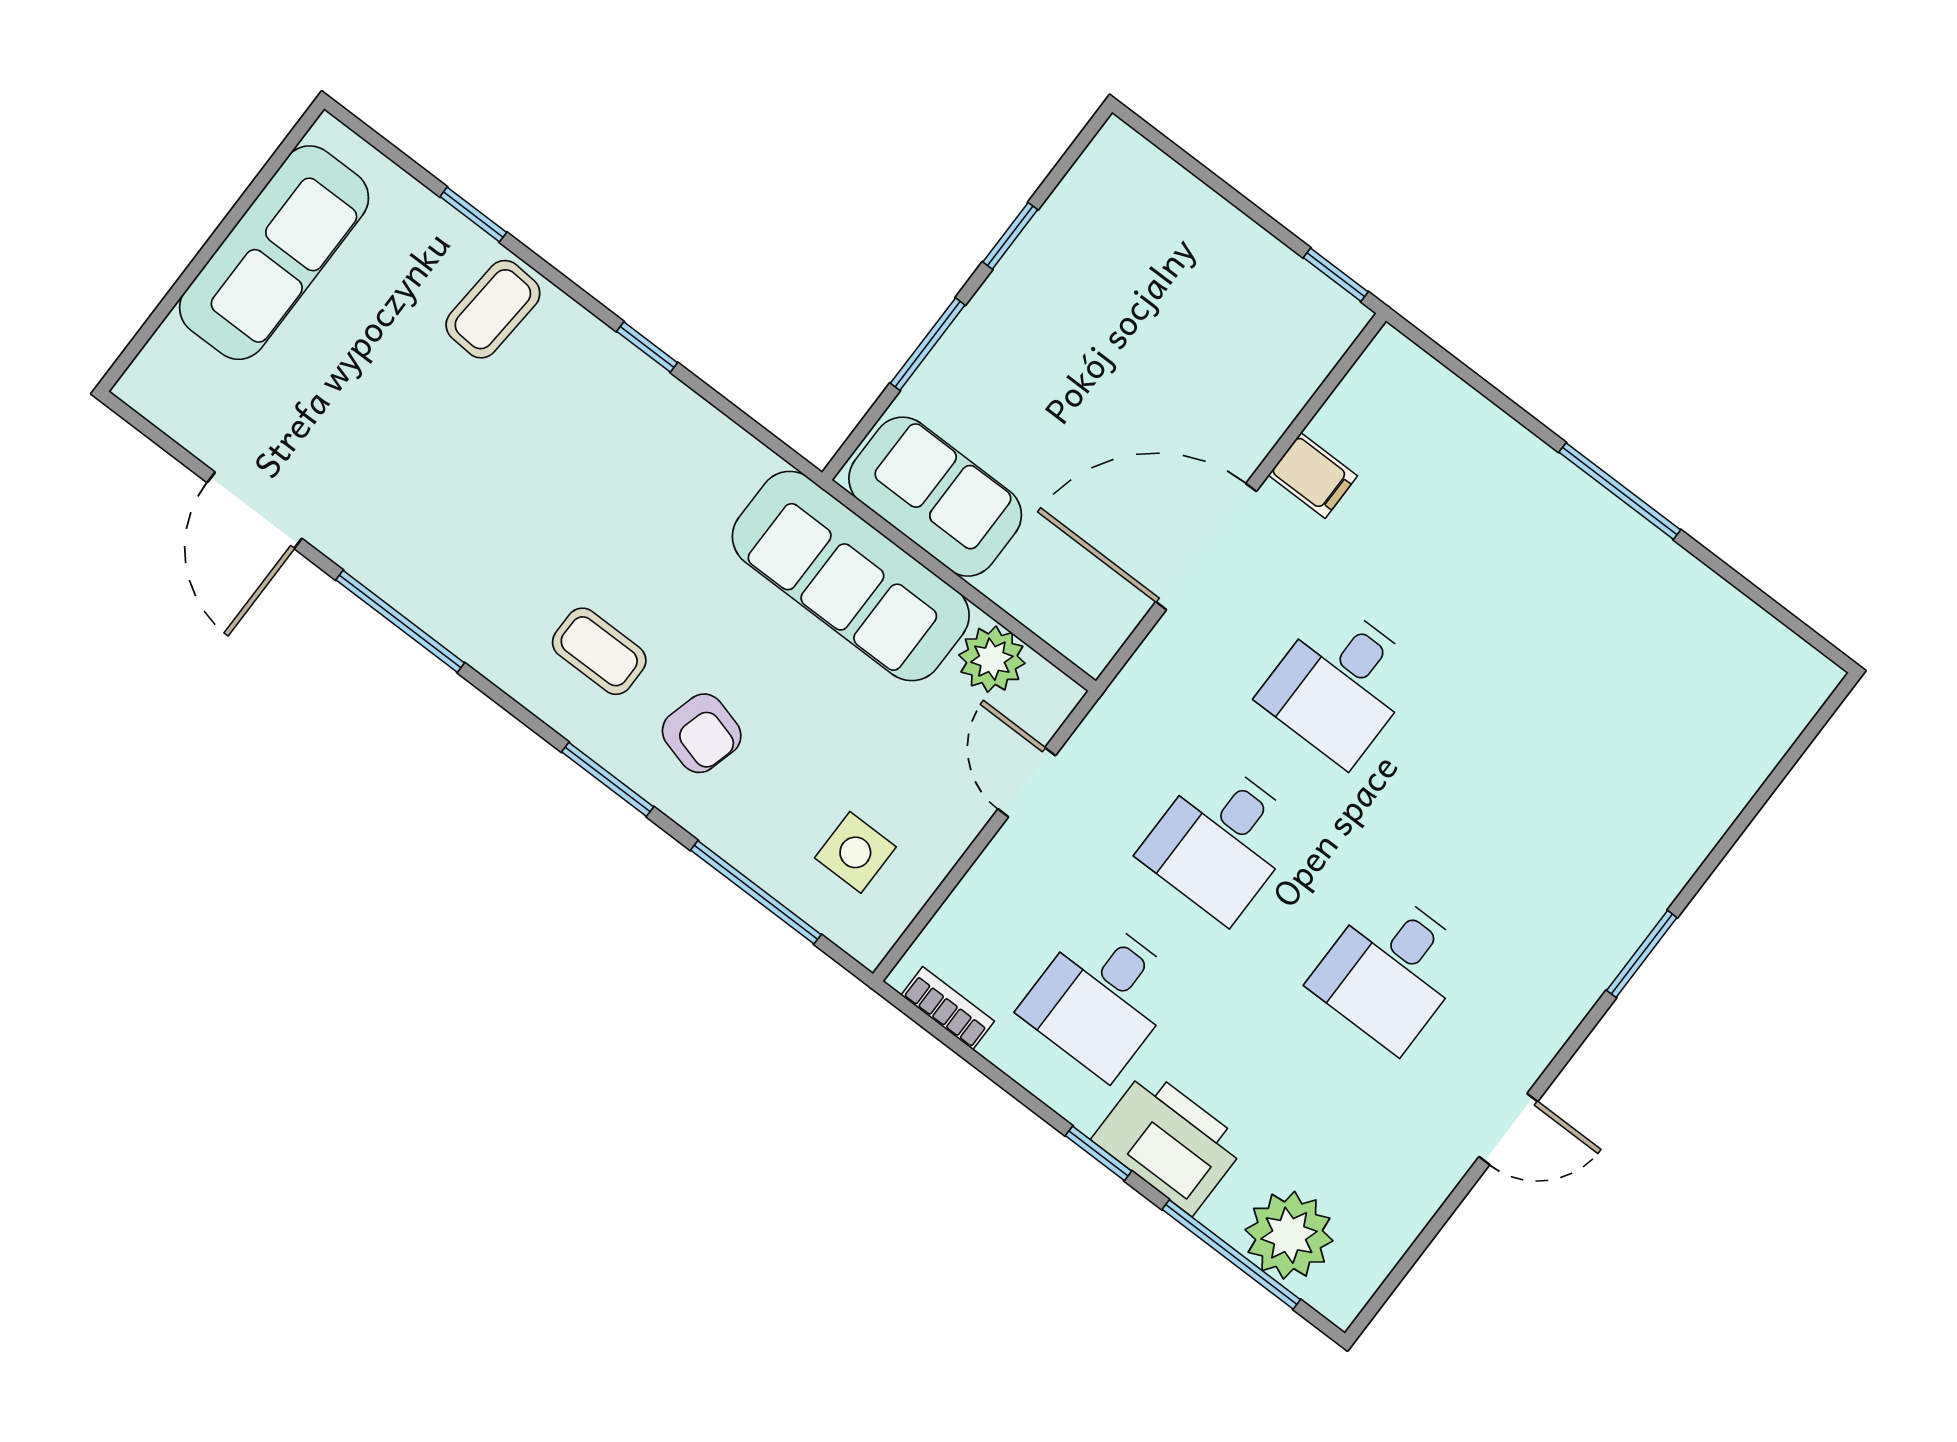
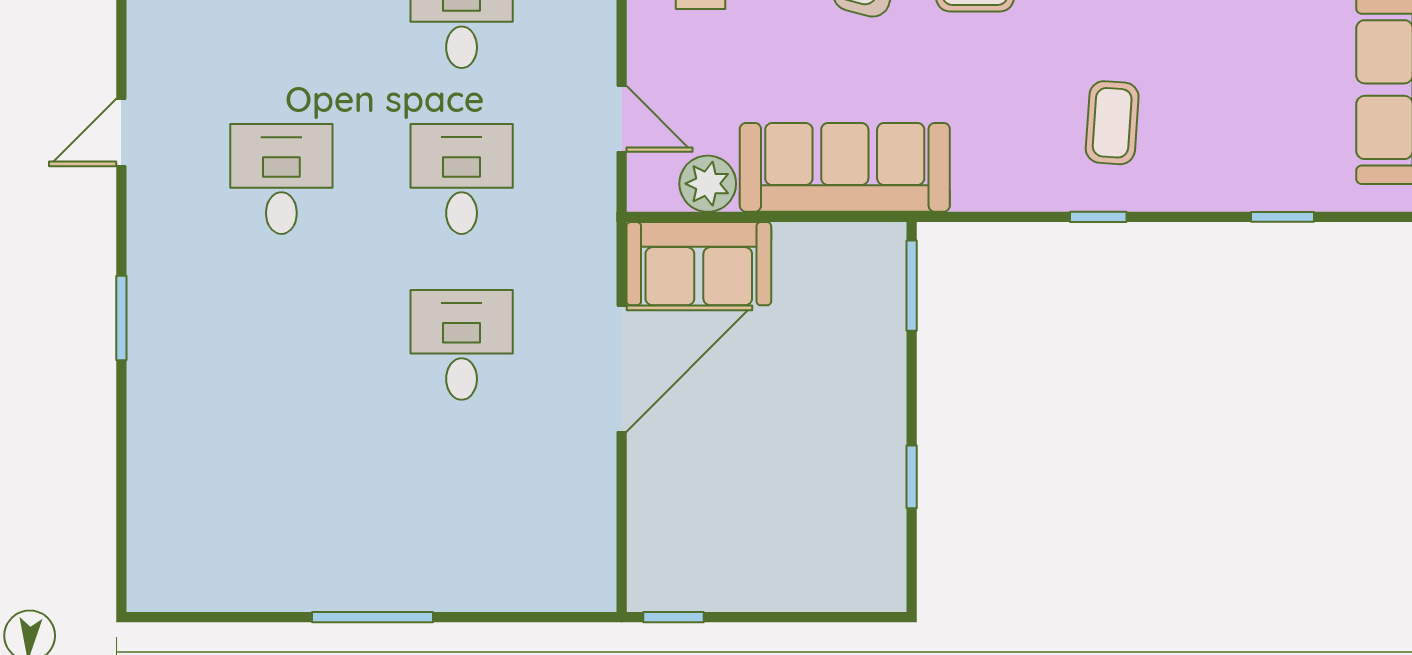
coffee table: (493, 309) -> (1112, 123), moved
window: (928, 344) -> (912, 286), moved
filing cabinet: (1313, 475) -> (586, 471), removed
sofa: (935, 497) -> (699, 264), moved

